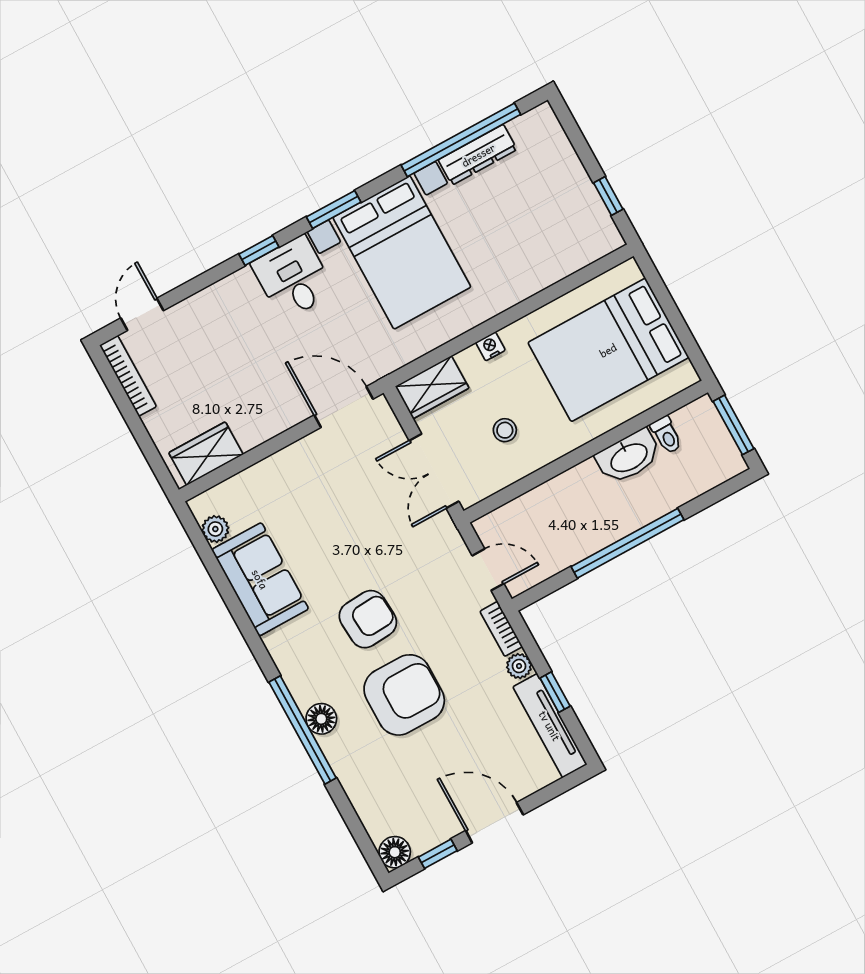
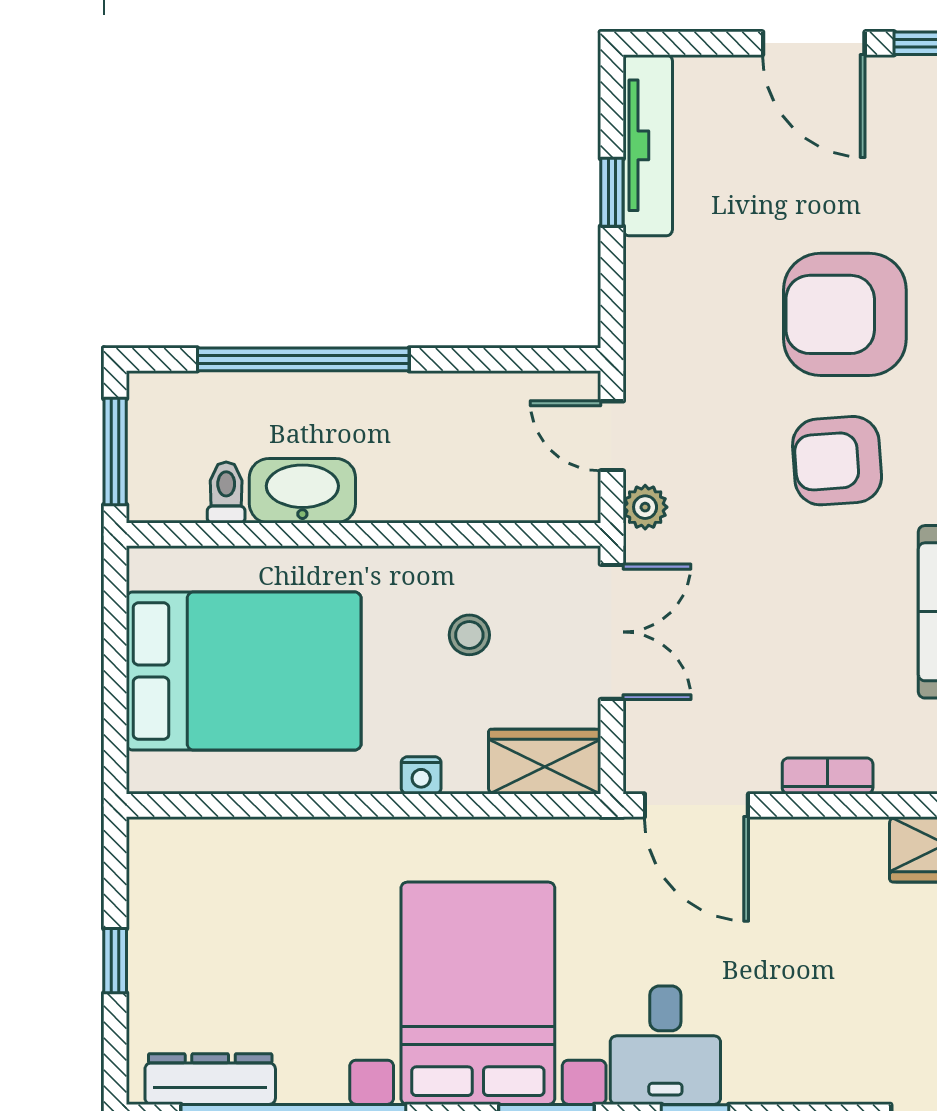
dresser: (478, 155) -> (210, 1079), moved
window: (608, 196) -> (115, 961), moved
window: (627, 543) -> (303, 359), moved
bookcase: (501, 629) -> (828, 776), moved, turned -90
plant: (519, 666) -> (645, 507), moved

